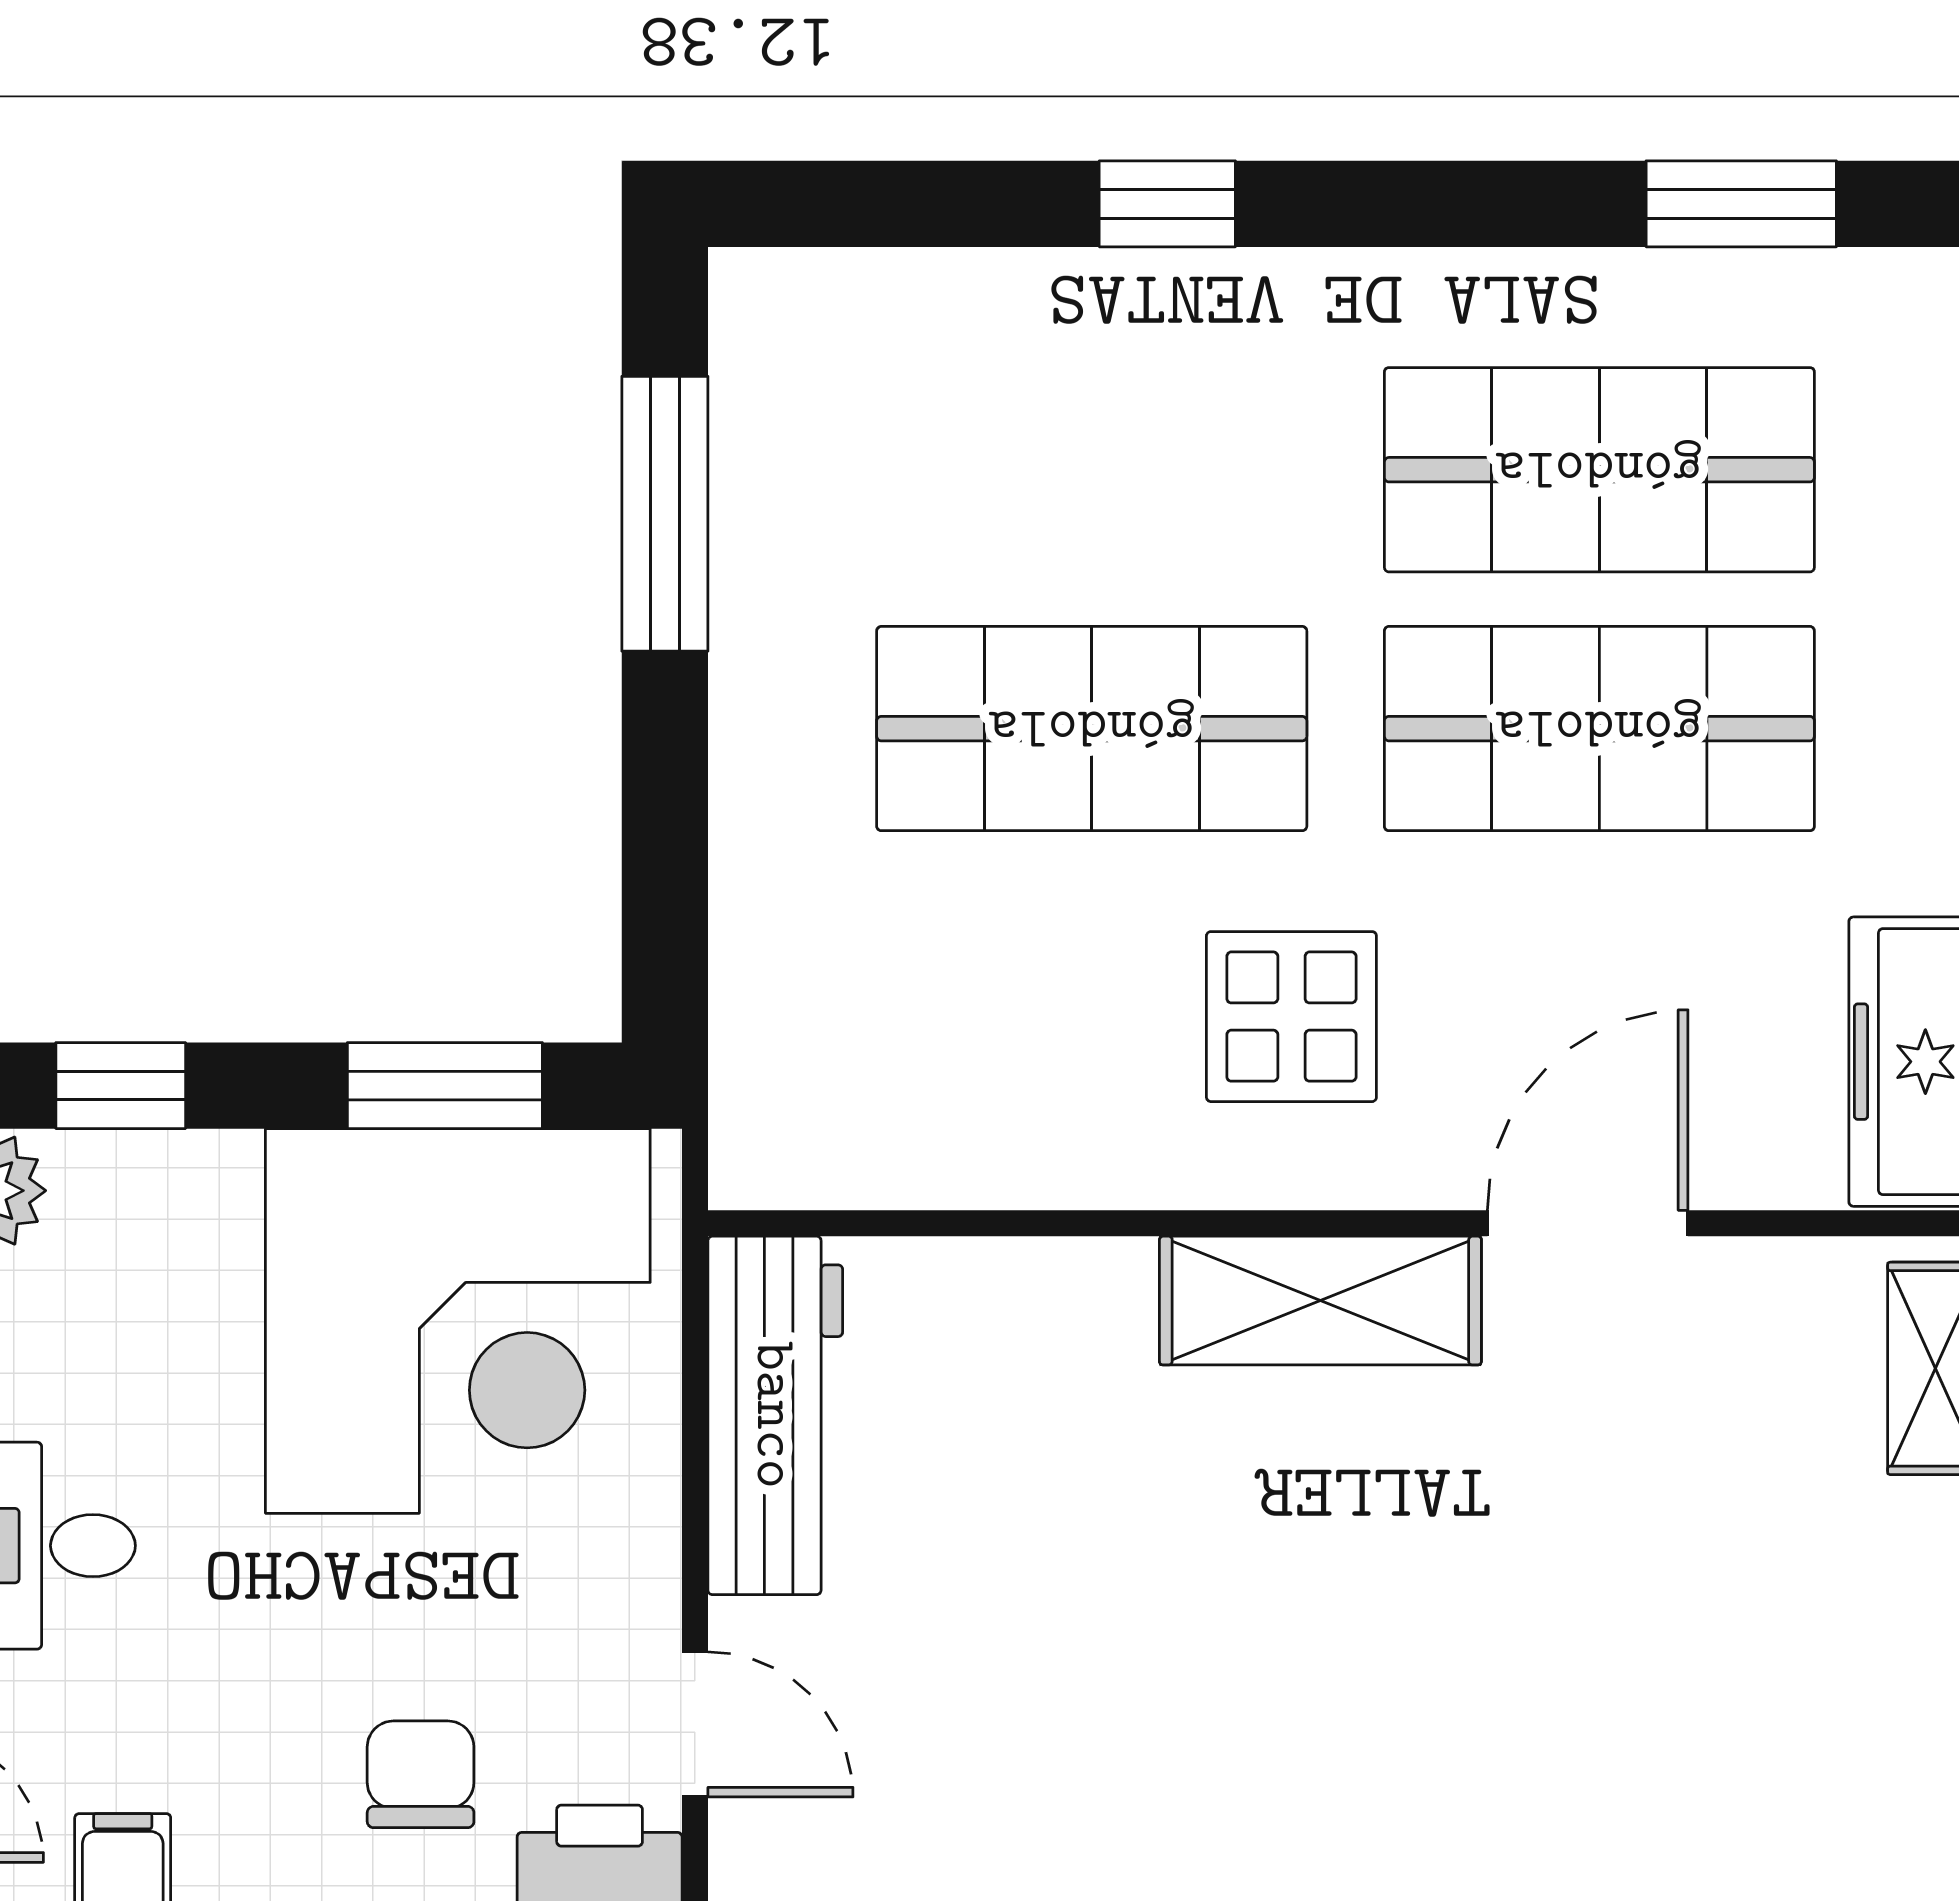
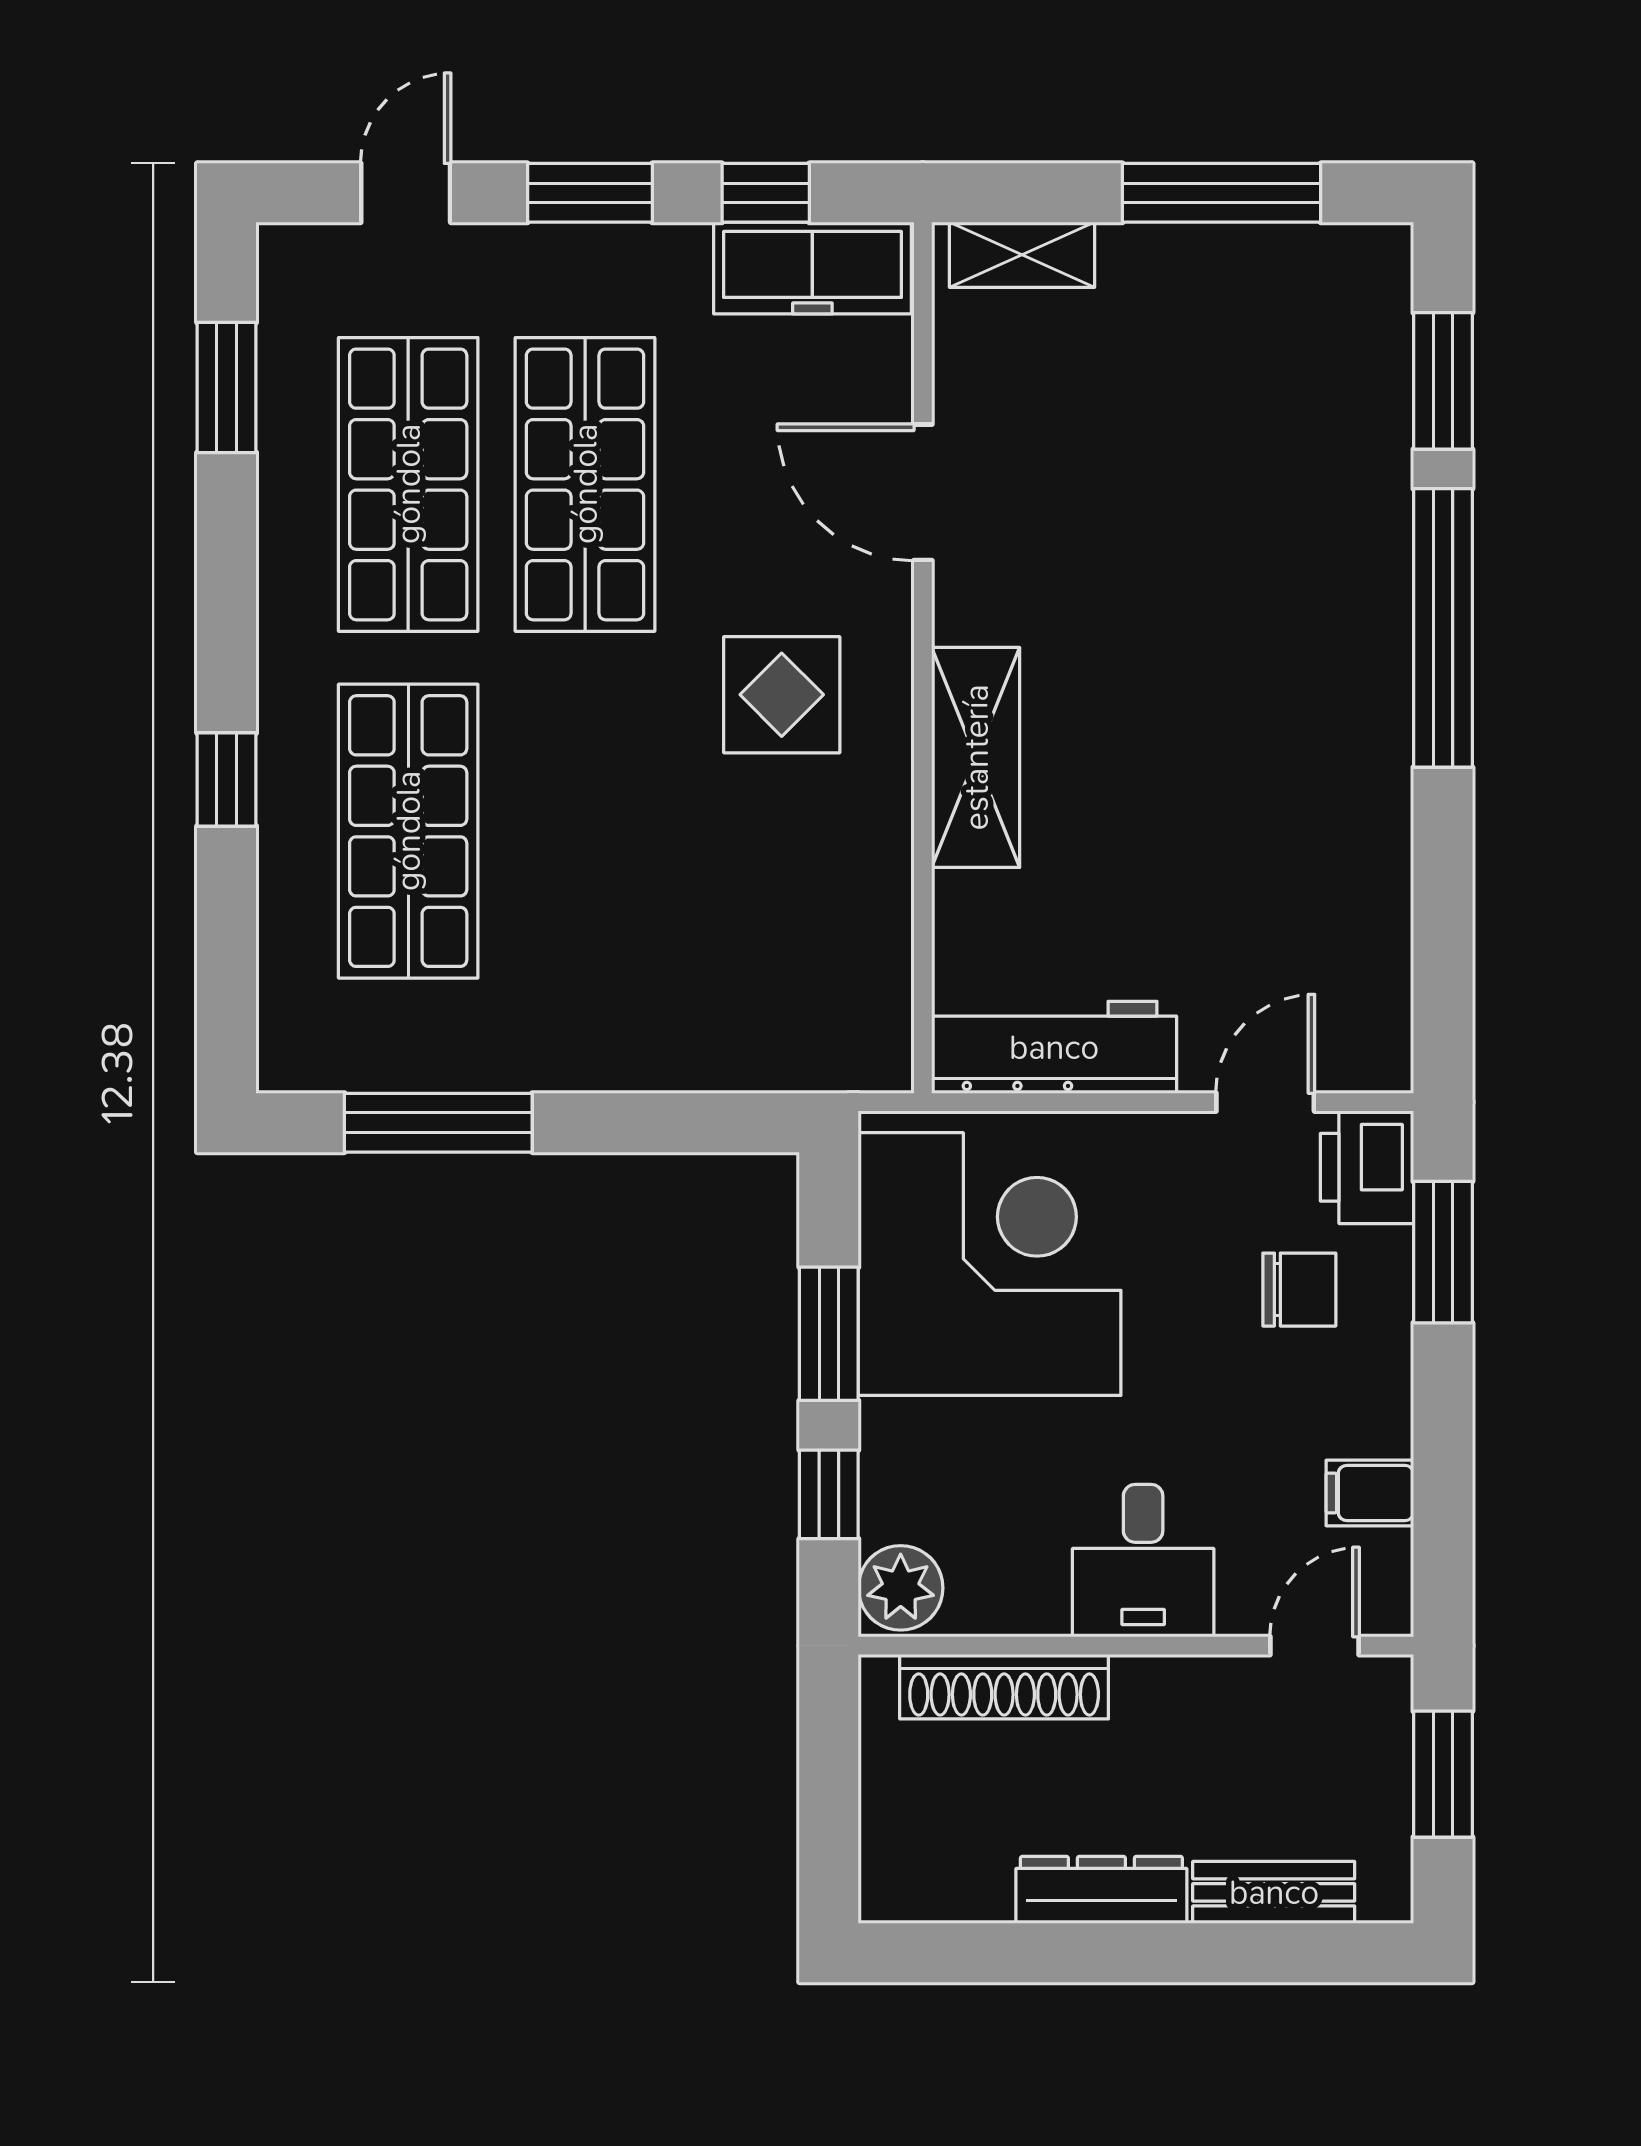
shop shelf: (1092, 729) -> (408, 831), moved
window: (445, 1086) -> (829, 1334), moved
shelving: (1320, 1301) -> (976, 757), moved
chair: (421, 1774) -> (1299, 1290), turned 180

